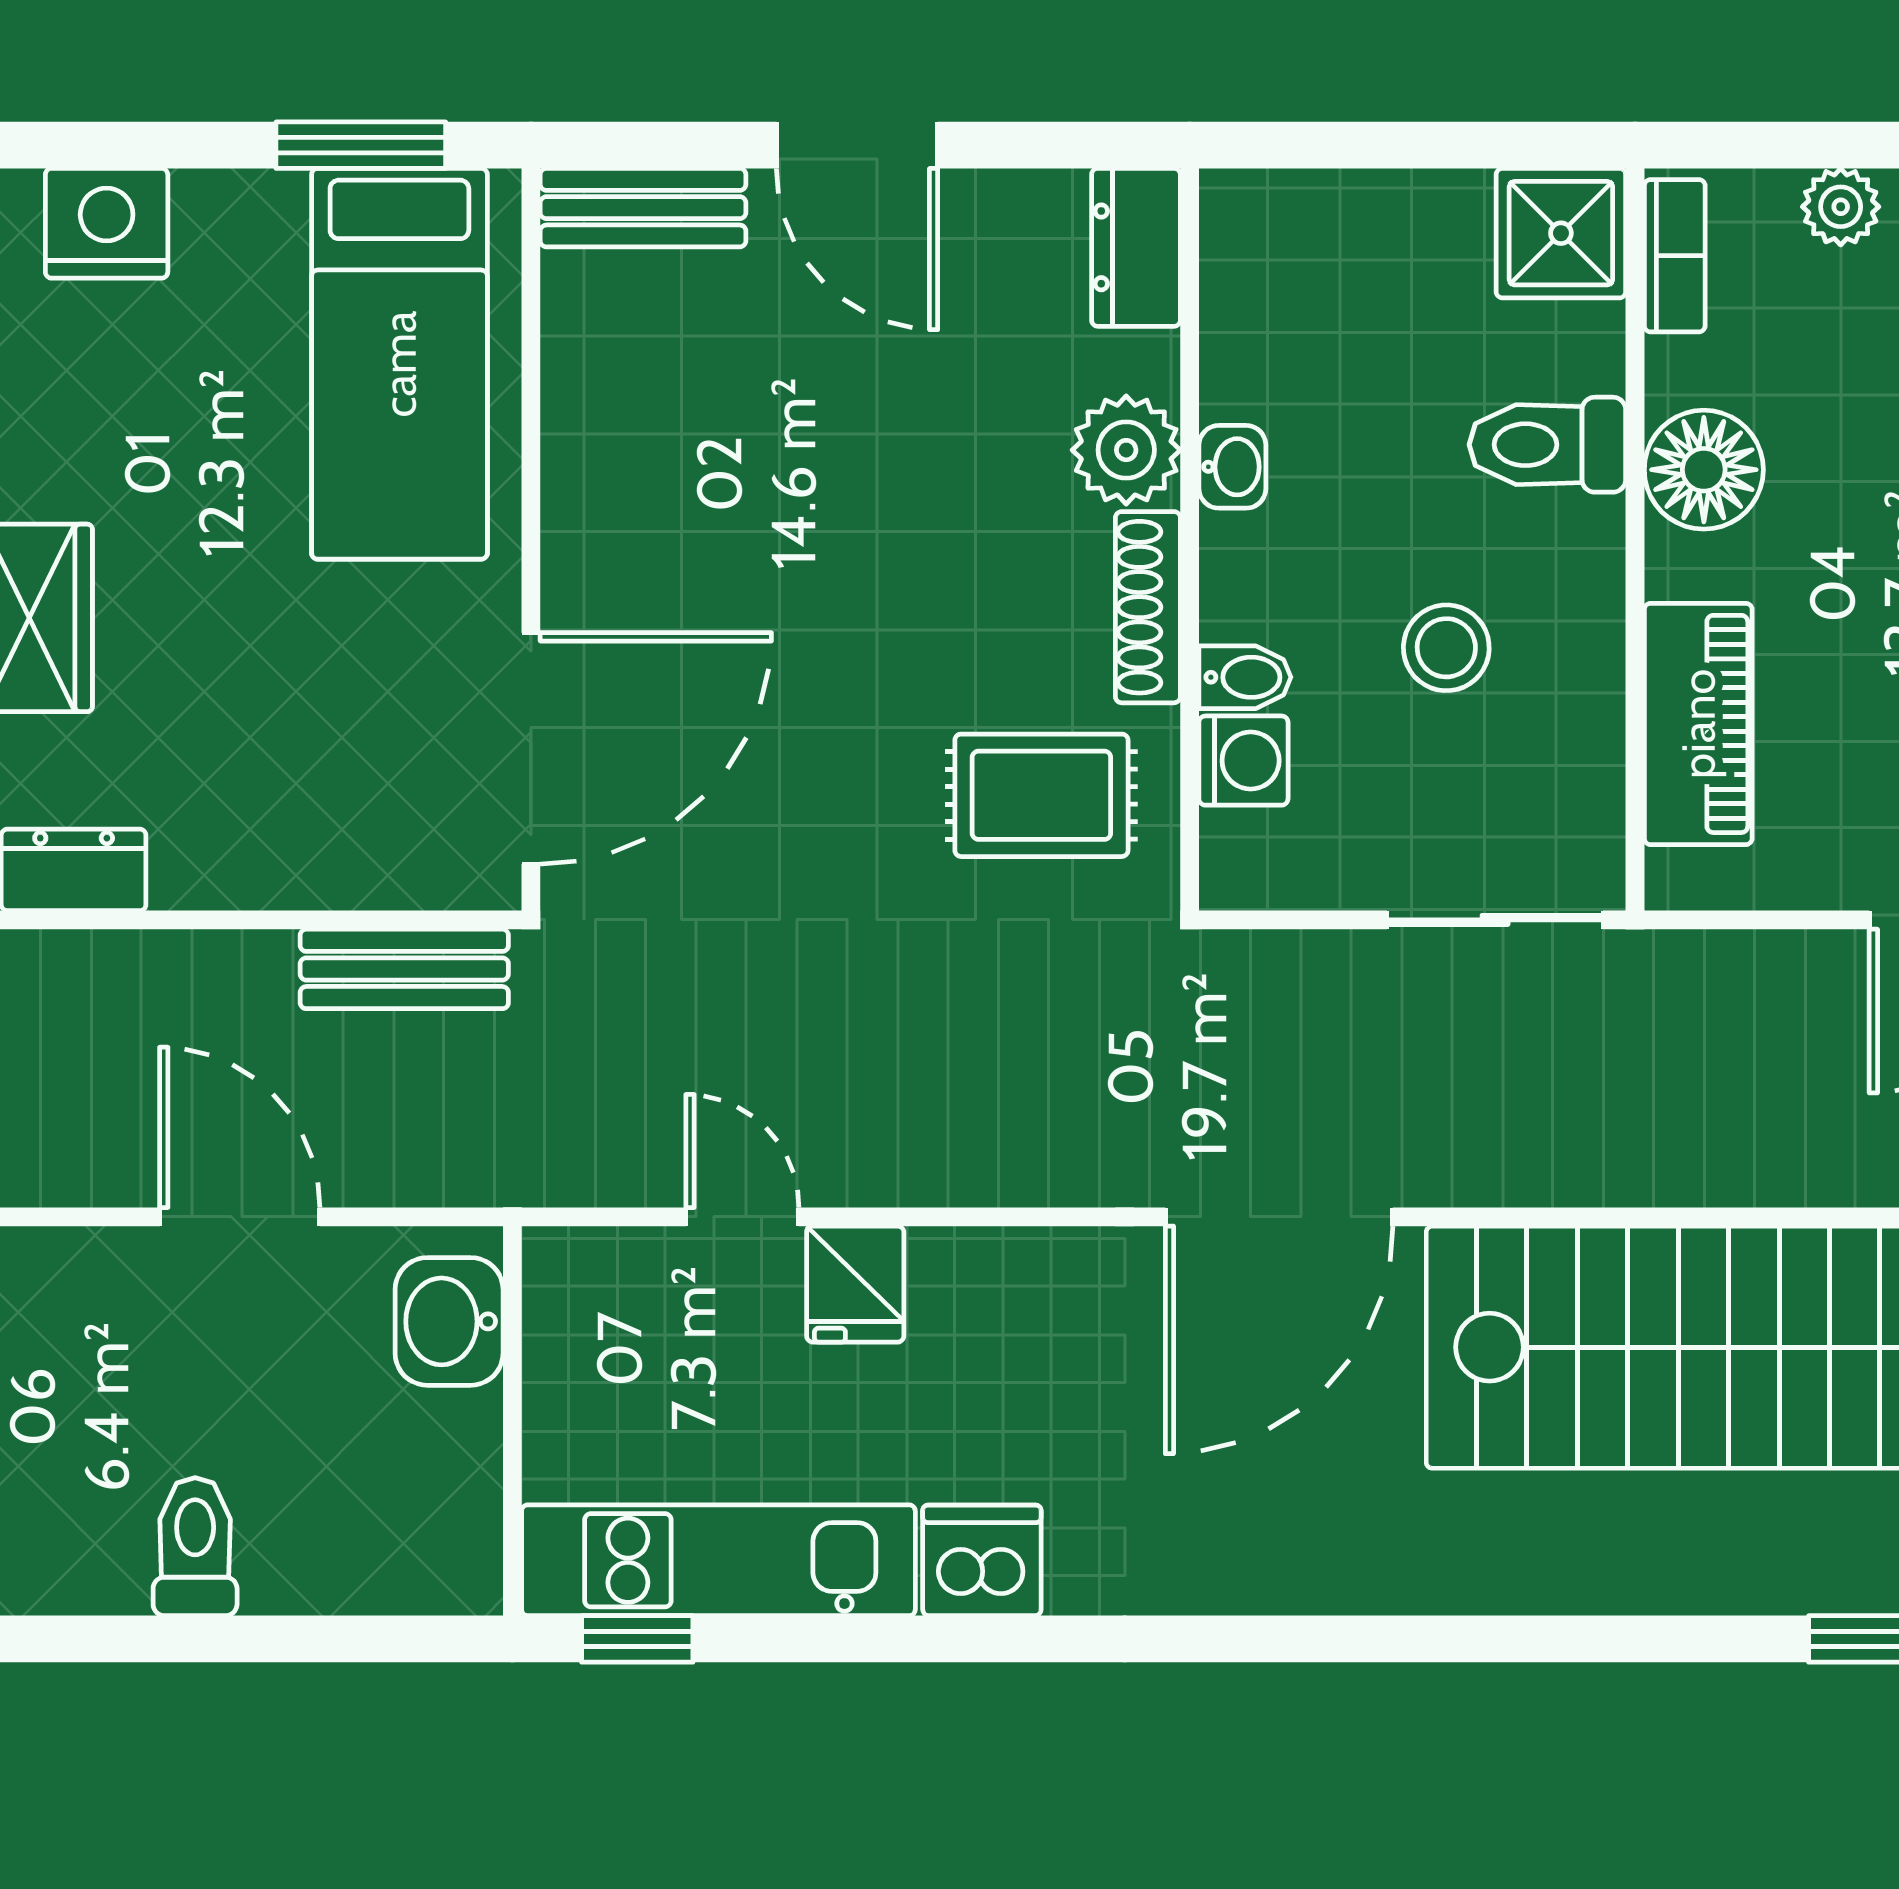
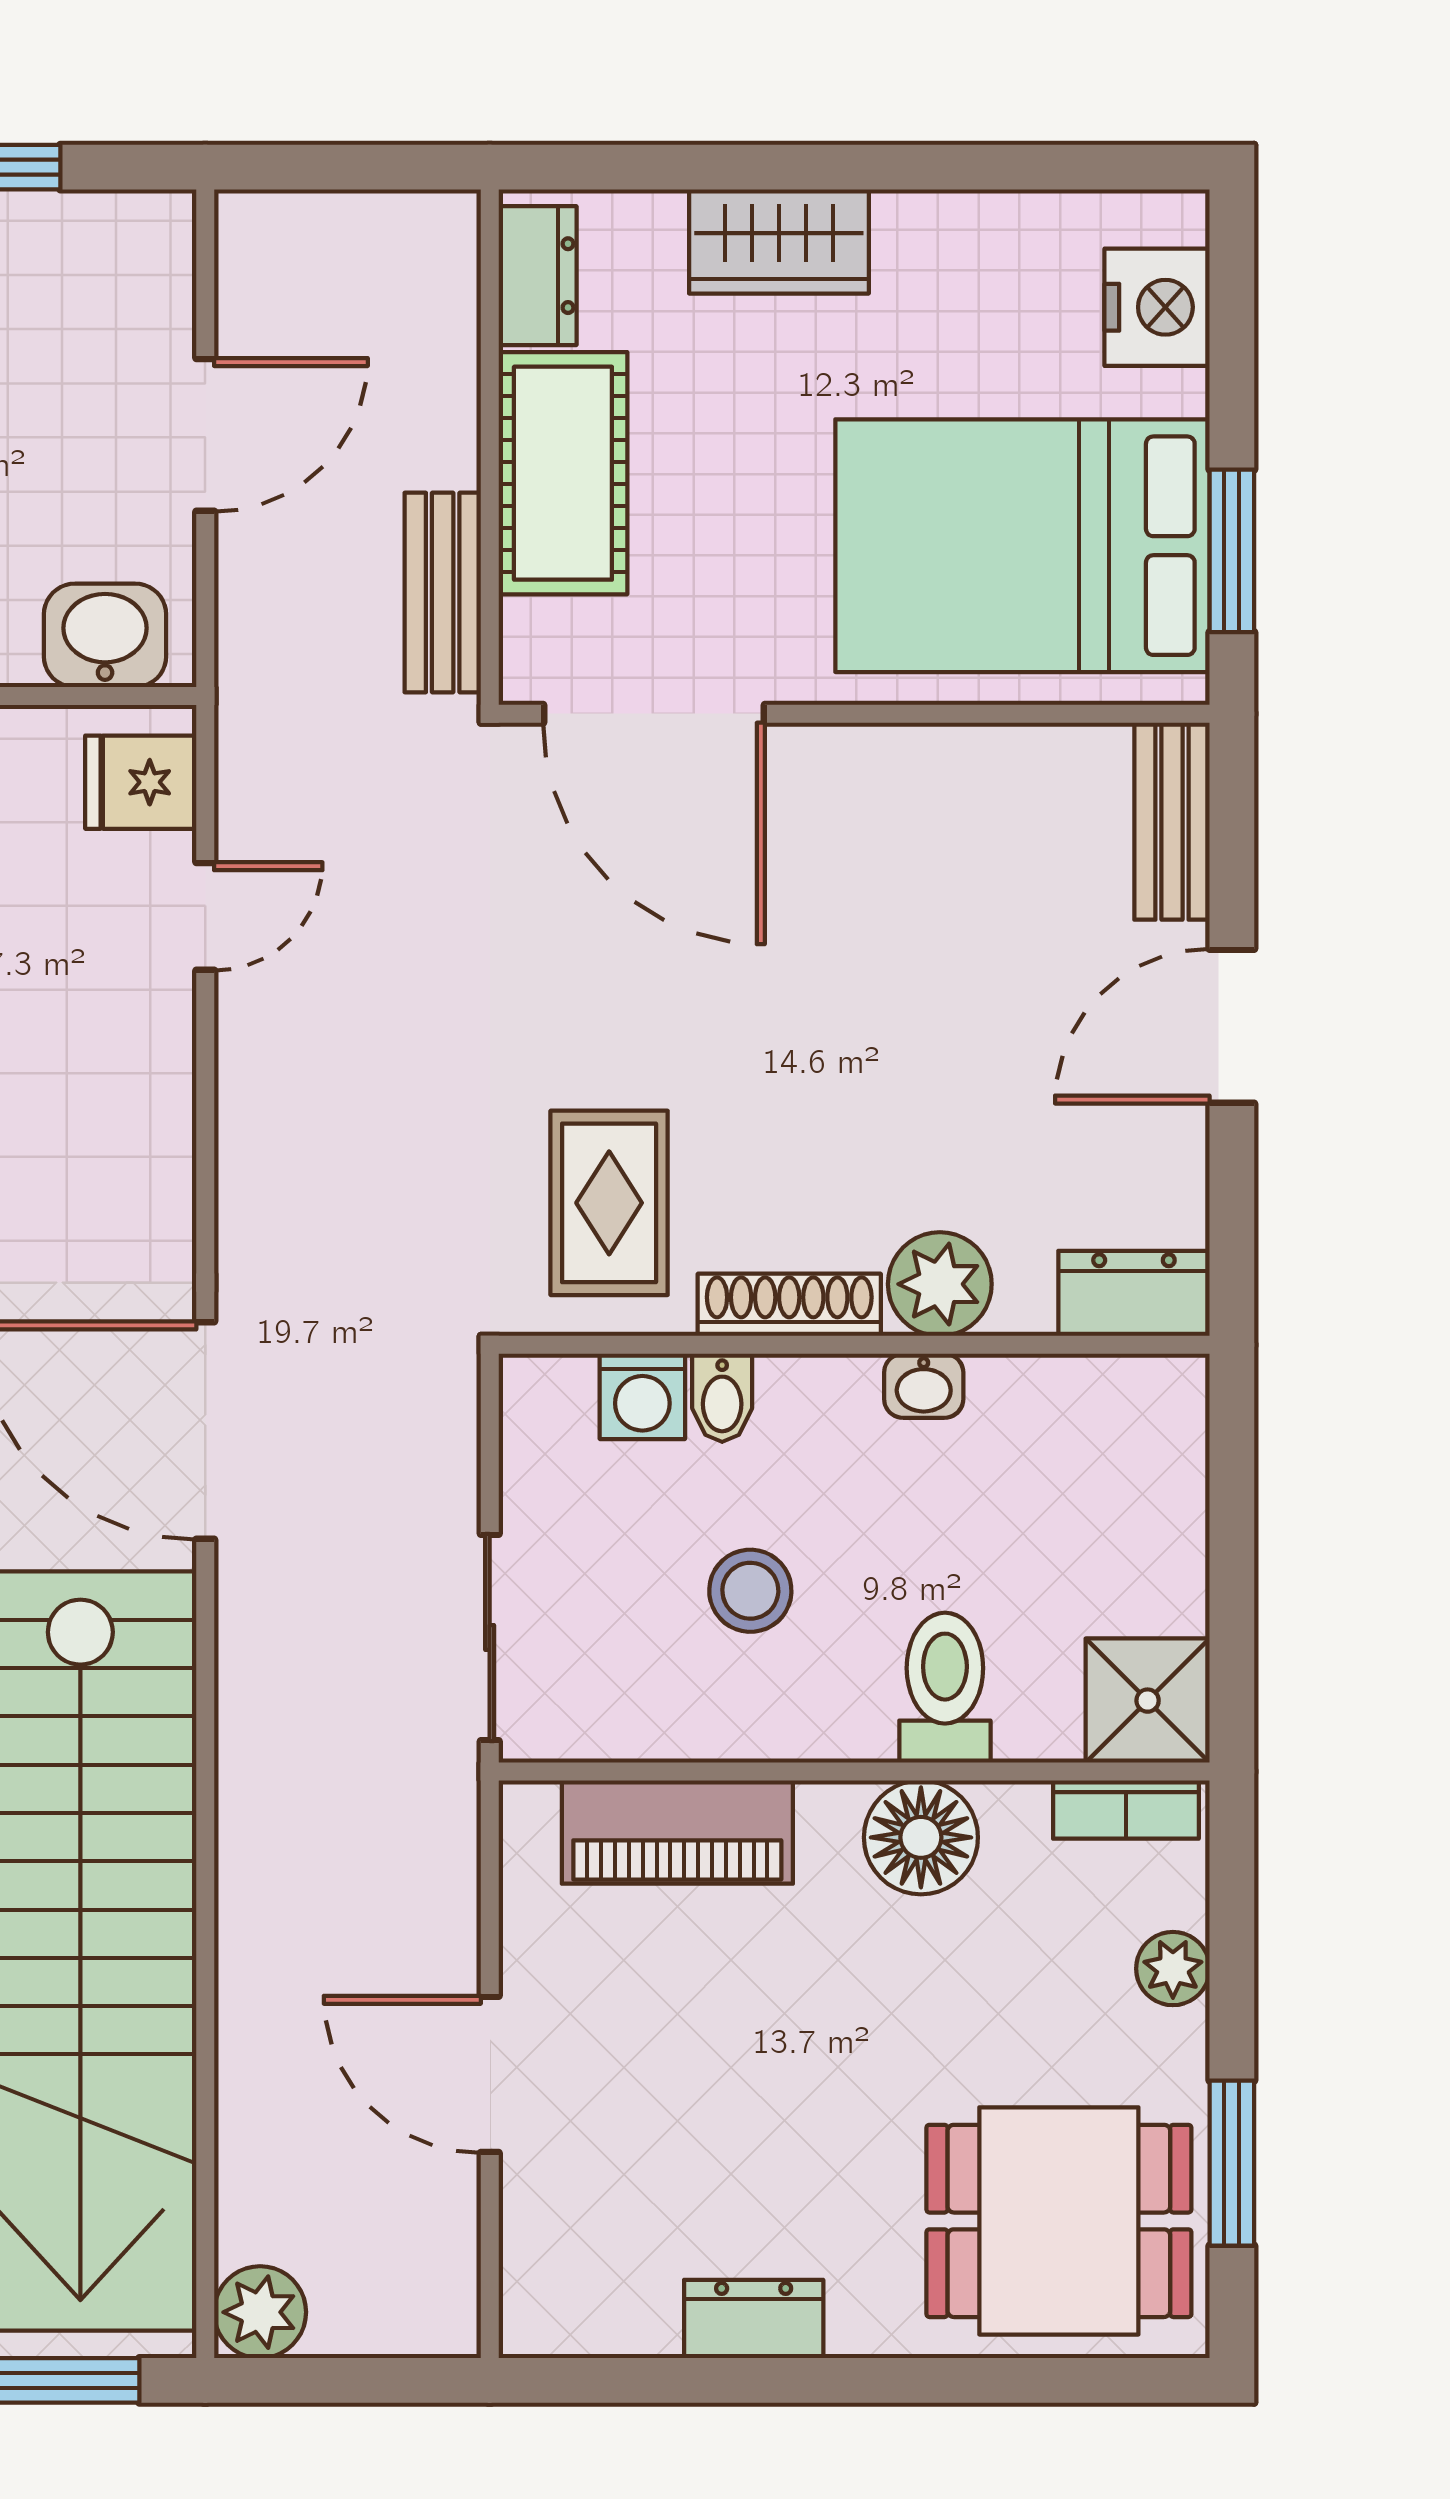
bed: (399, 364) -> (1022, 546), width x1.50
cot: (280, 843) -> (563, 473), added
fridge: (855, 1284) -> (141, 782), moved

